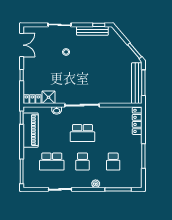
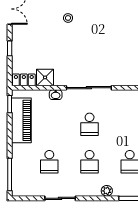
school desk: (82, 133) -> (90, 124), width x0.54
school desk: (52, 162) -> (49, 162), width x0.54

